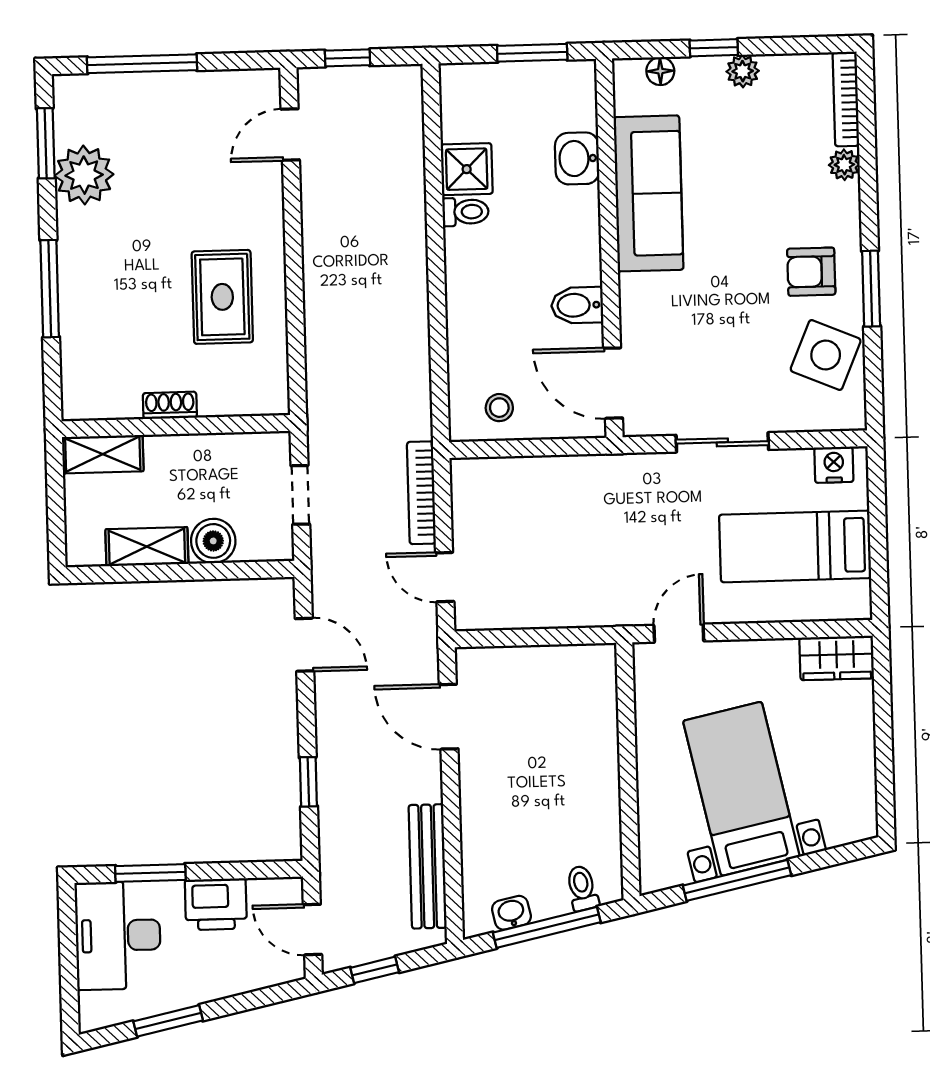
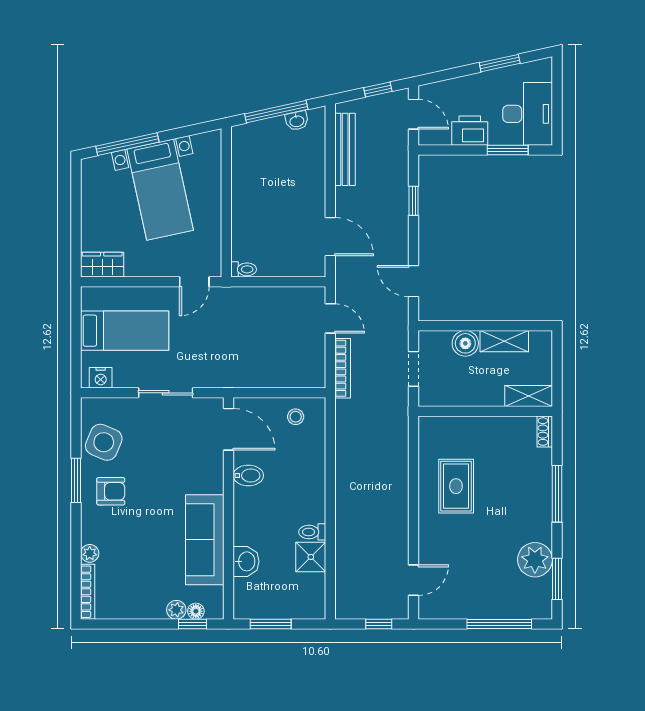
window: (714, 48) -> (193, 624), moved
plant: (743, 71) -> (176, 610), moved
shoe rack: (170, 405) -> (545, 432), moved, turned 90
window: (737, 880) -> (127, 144), moved
toilet: (582, 888) -> (244, 269), moved, turned -78

